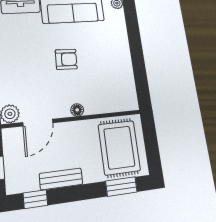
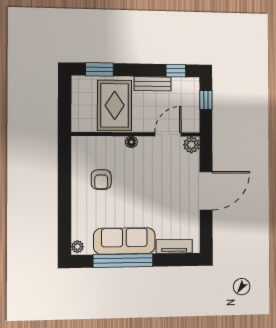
armchair: (66, 59) -> (101, 180), moved, turned -92
rug: (119, 148) -> (115, 105), moved

